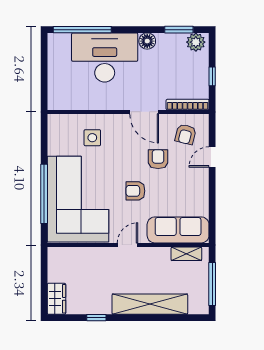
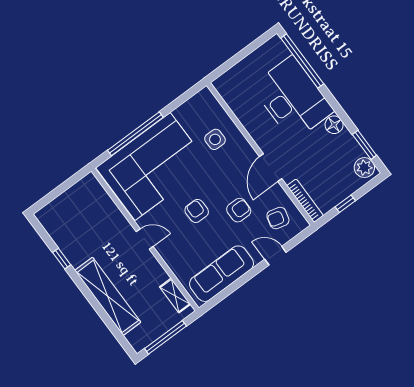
sofa: (178, 230) -> (222, 274), moved, turned -90
wardrobe: (56, 299) -> (52, 212), removed

